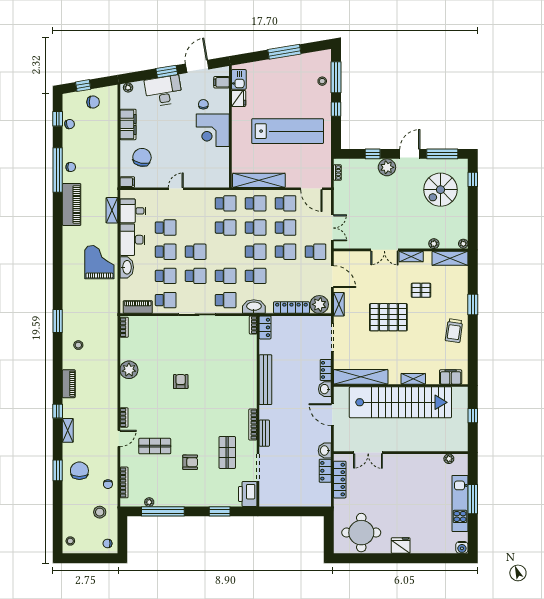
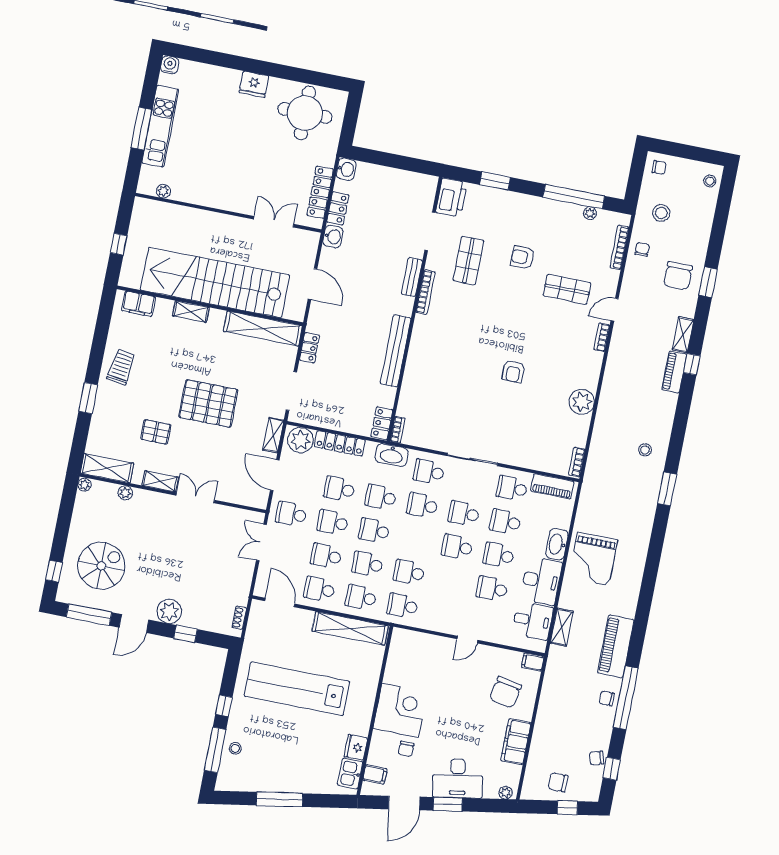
school desk: (286, 276) -> (339, 489), added
piano: (69, 384) -> (674, 372), moved
washbasin: (325, 389) -> (346, 169), moved

